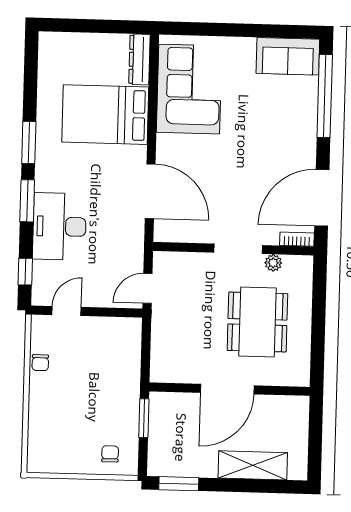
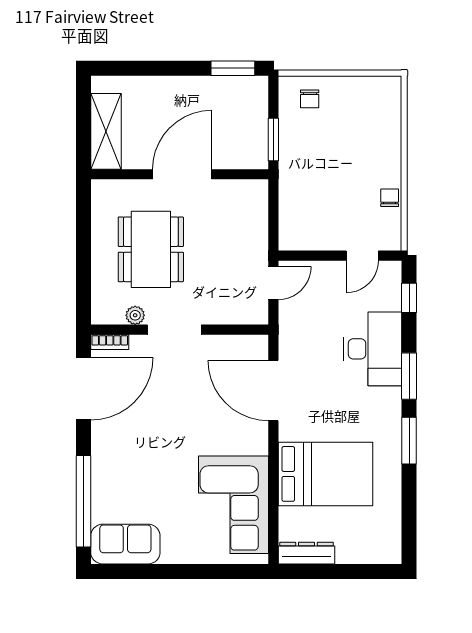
dresser: (139, 59) -> (306, 553), moved, turned -90
shelving: (253, 465) -> (106, 131), moved, turned 90

